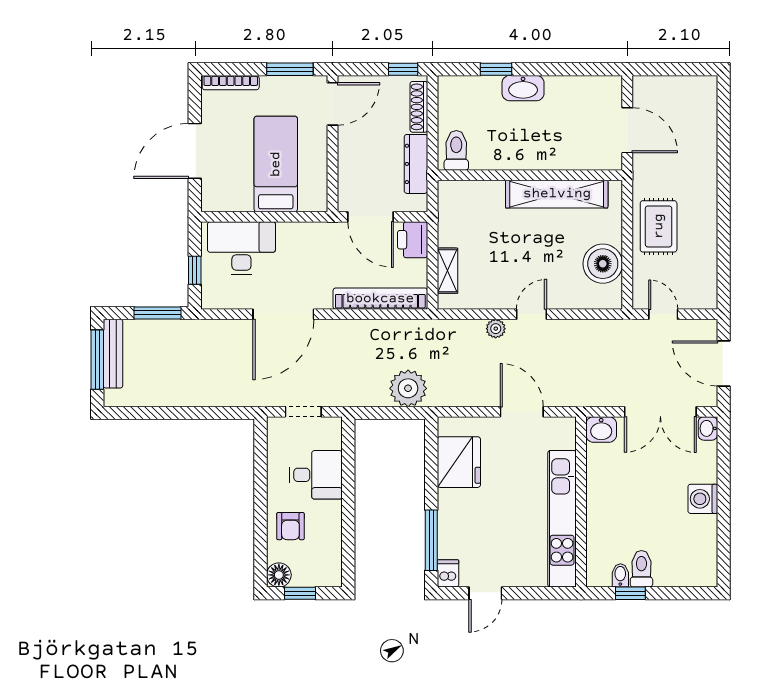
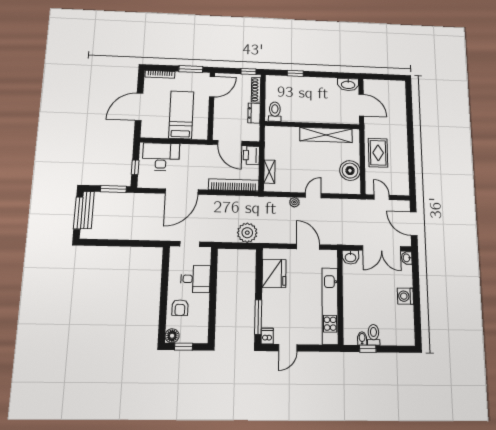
washbasin: (523, 88) -> (348, 85), moved
dresser: (416, 164) -> (254, 113), width x0.70

